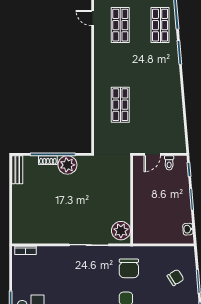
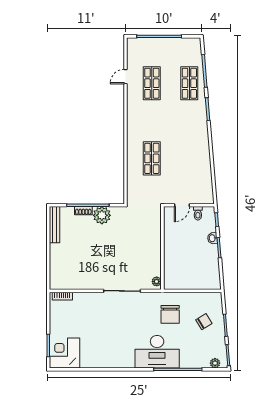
door: (93, 18) -> (126, 77), hinge flipped
bench: (17, 170) -> (55, 225), width x1.36
washbasin: (188, 229) -> (212, 238), moved
plant: (121, 231) -> (157, 281), width x0.53, depth x0.53
chair: (129, 268) -> (170, 314), moved

